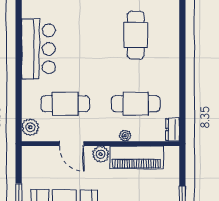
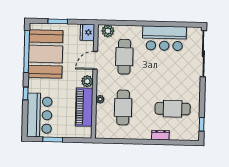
dresser: (173, 130) -> (160, 135), moved
fridge: (33, 156) -> (87, 32), added

